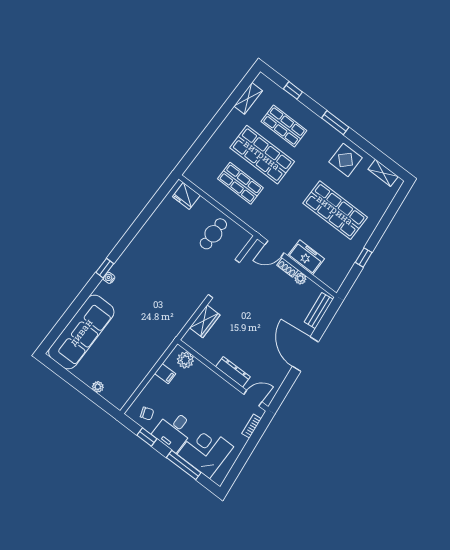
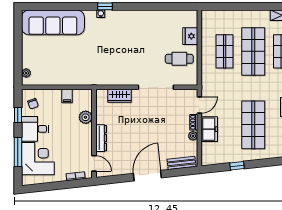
fridge: (186, 196) -> (190, 36), moved
door: (274, 249) -> (199, 105), swing flipped
plant: (185, 360) -> (86, 117), moved
plant: (98, 387) -> (26, 73), moved

